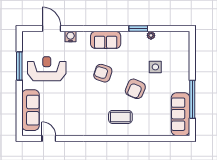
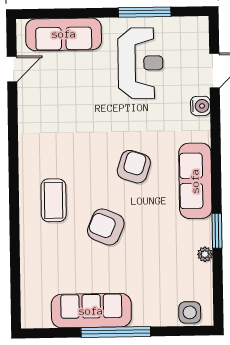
sofa: (106, 40) -> (195, 181), width x1.36
side table: (155, 67) -> (190, 312), moved
window: (192, 99) -> (116, 332), moved
sofa: (181, 114) -> (91, 311), moved

